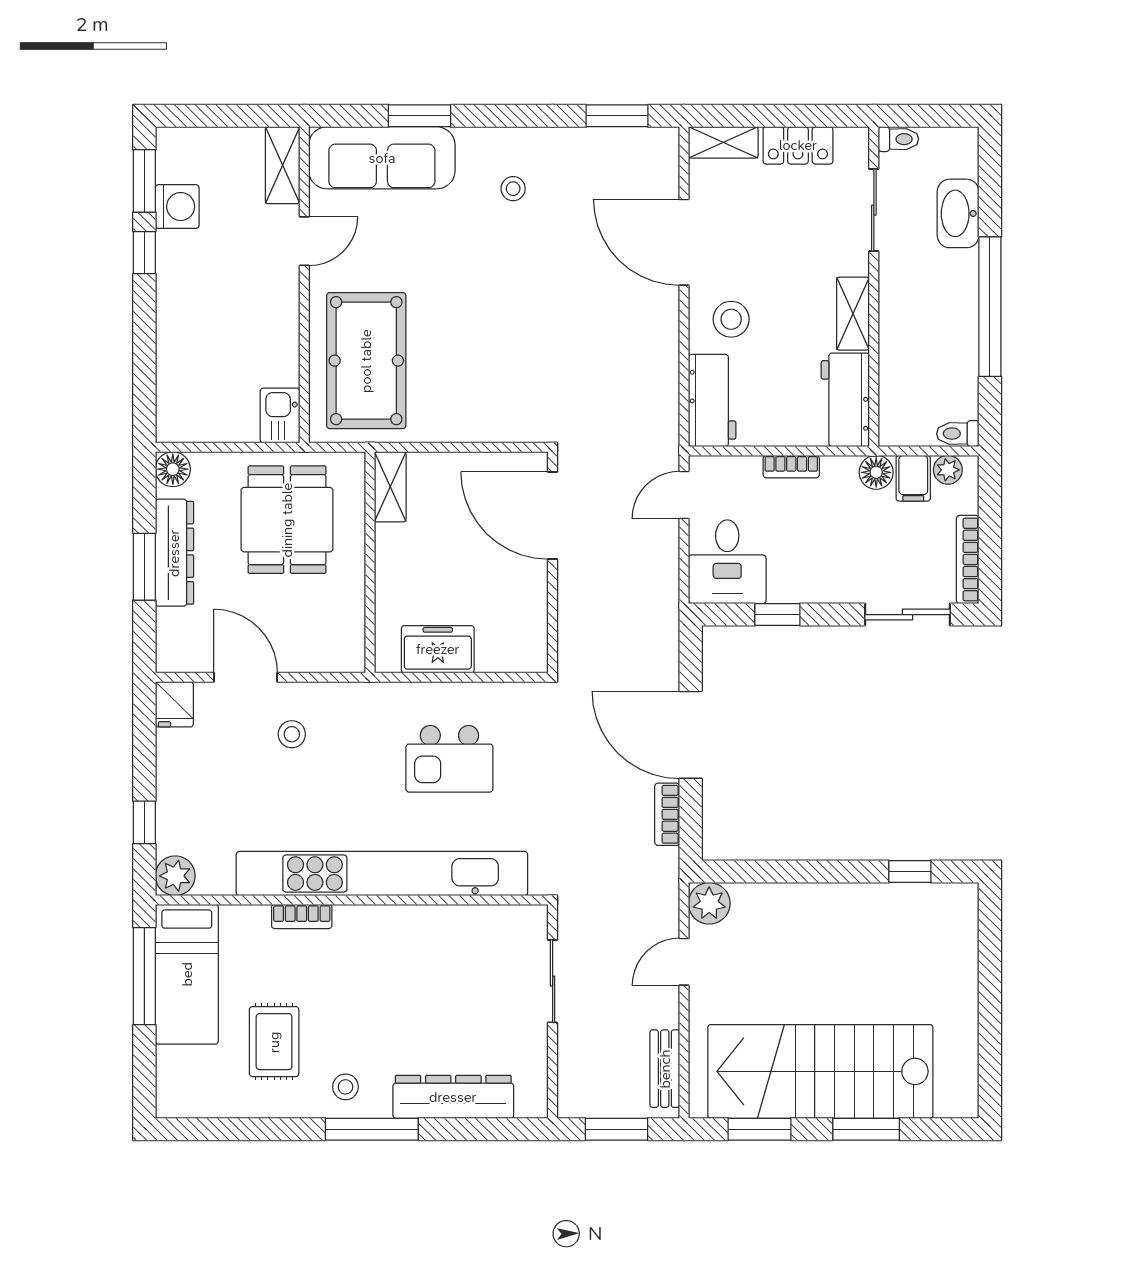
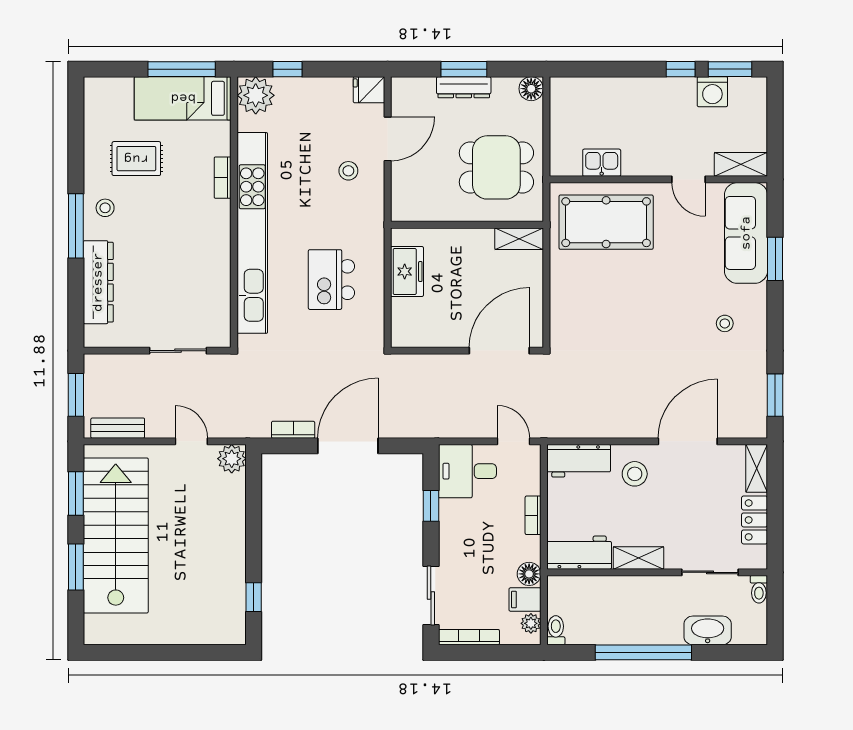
kitchen sink: (280, 416) -> (602, 163), moved
dresser: (174, 553) -> (464, 87), width x0.73, depth x0.80
plant: (175, 876) -> (256, 95), width x1.36, depth x1.36

